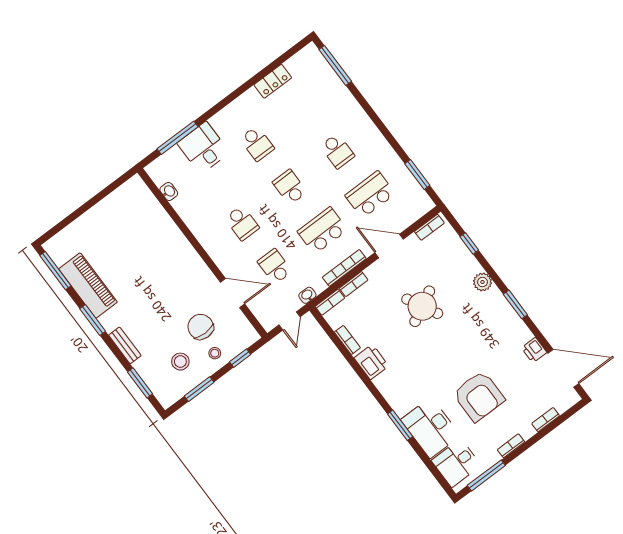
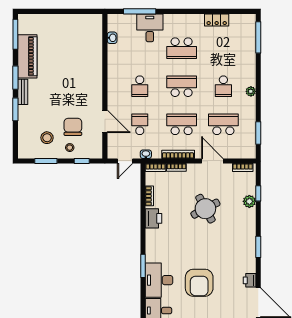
plant: (373, 133) -> (251, 91), added
school desk: (257, 144) -> (182, 48), width x1.85
school desk: (290, 187) -> (182, 86), width x1.85
plant: (483, 282) -> (249, 201), moved
bench: (125, 345) -> (23, 92), moved
window: (140, 383) -> (15, 109), moved

